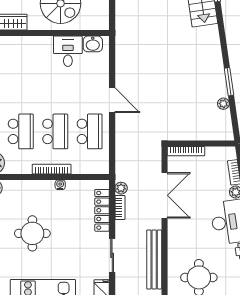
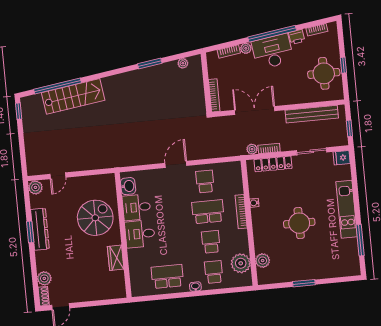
desk: (37, 52) -> (140, 234), added
plant: (223, 104) -> (183, 63), moved
school desk: (21, 131) -> (211, 242), width x0.54
school desk: (90, 131) -> (205, 181), width x0.54

